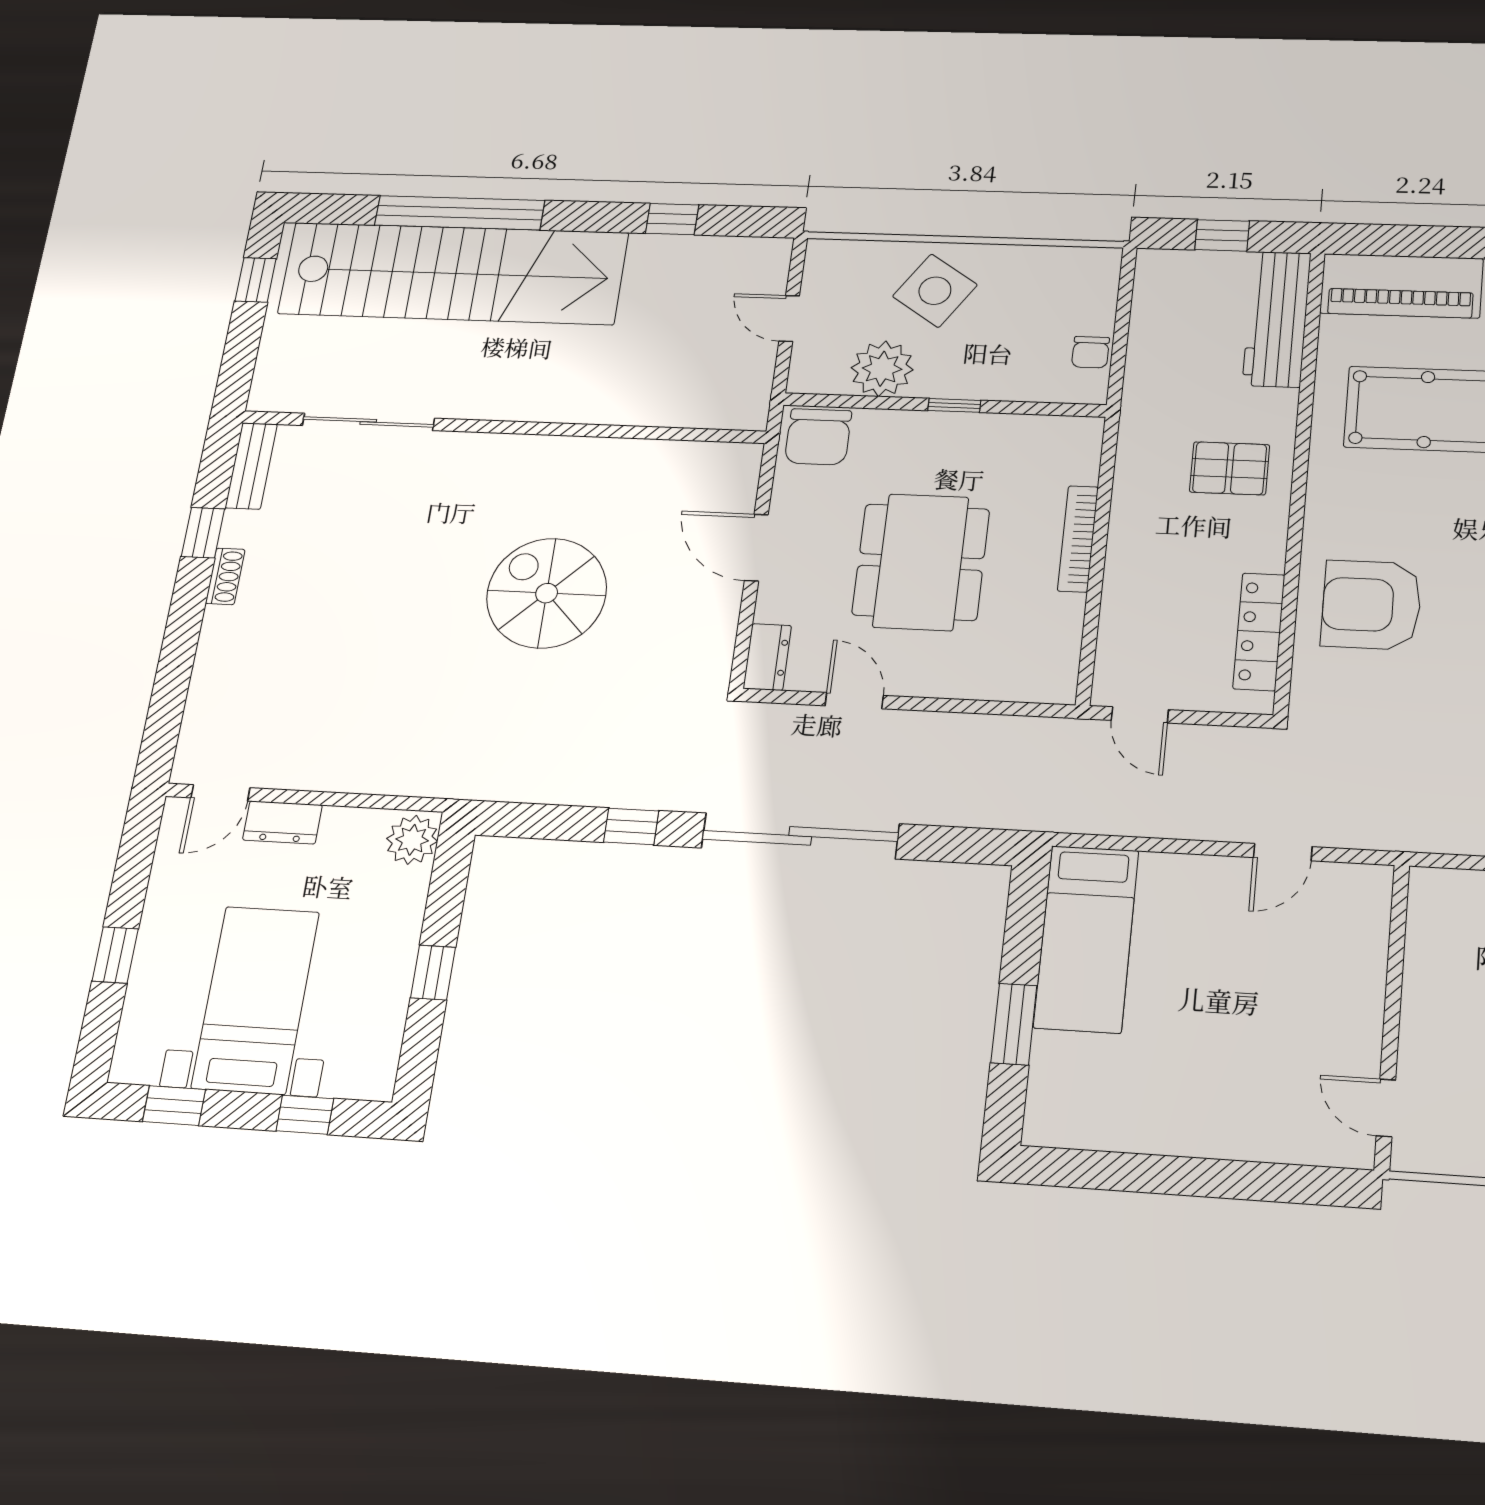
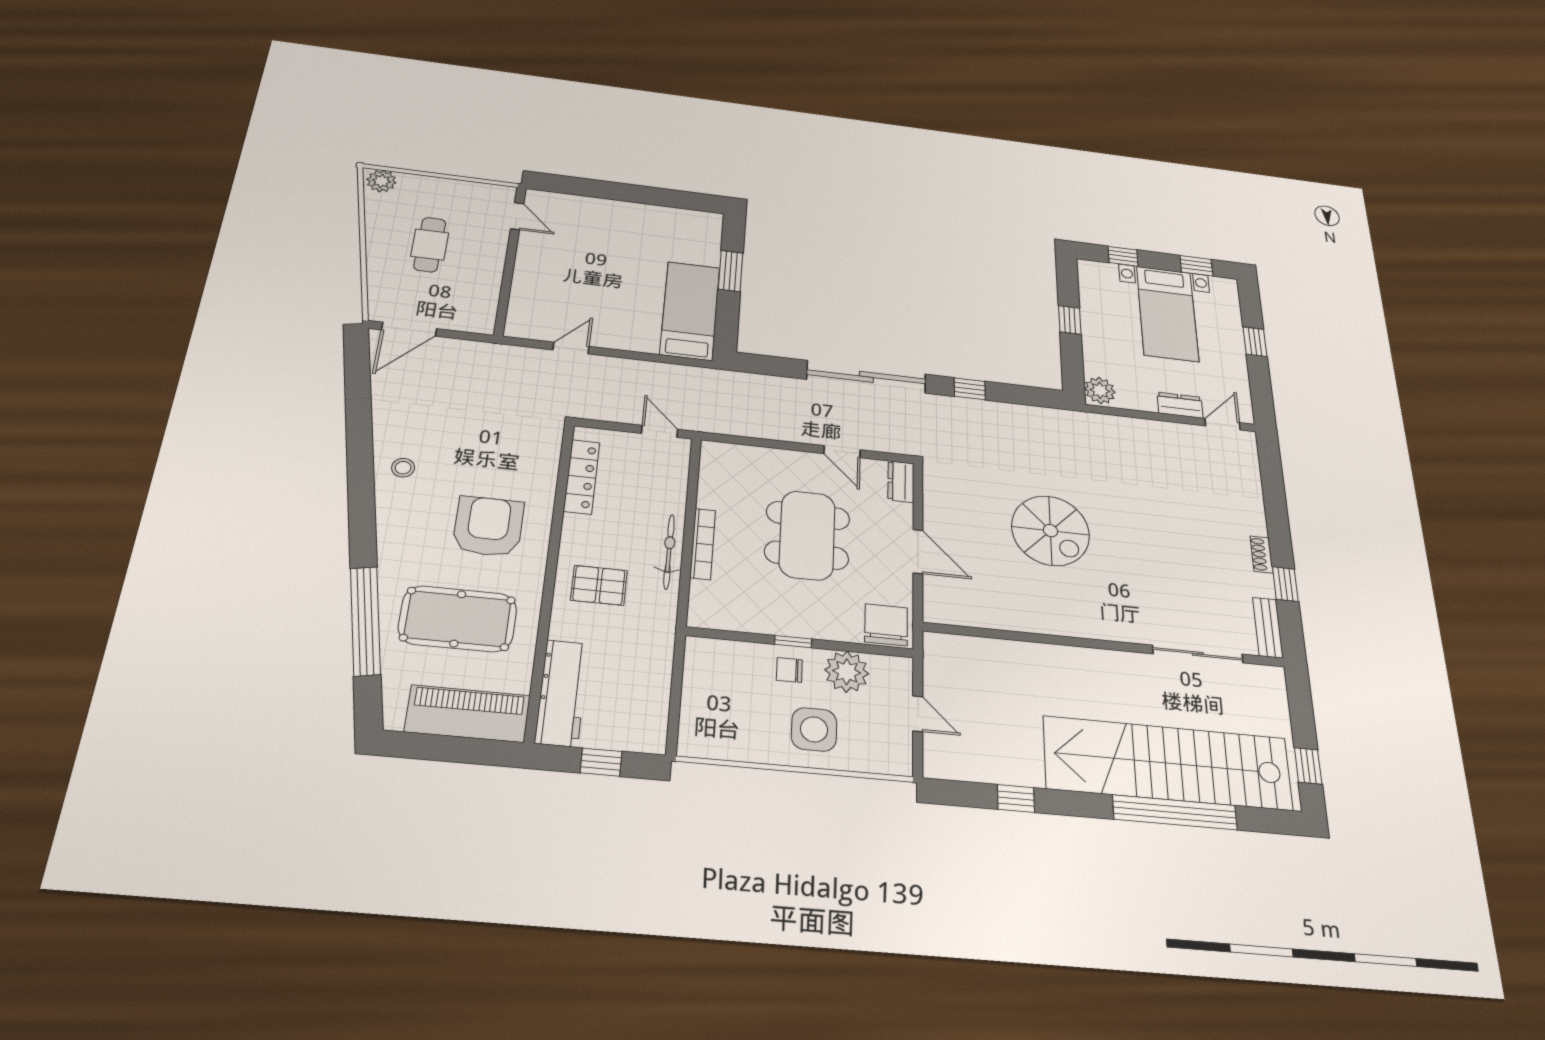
side table: (935, 291) -> (814, 729), turned -34
chair: (1091, 352) -> (789, 670), moved, turned -90
bicycle: (1128, 524) -> (669, 552), added
armchair: (1371, 605) -> (488, 526), moved, turned -90

